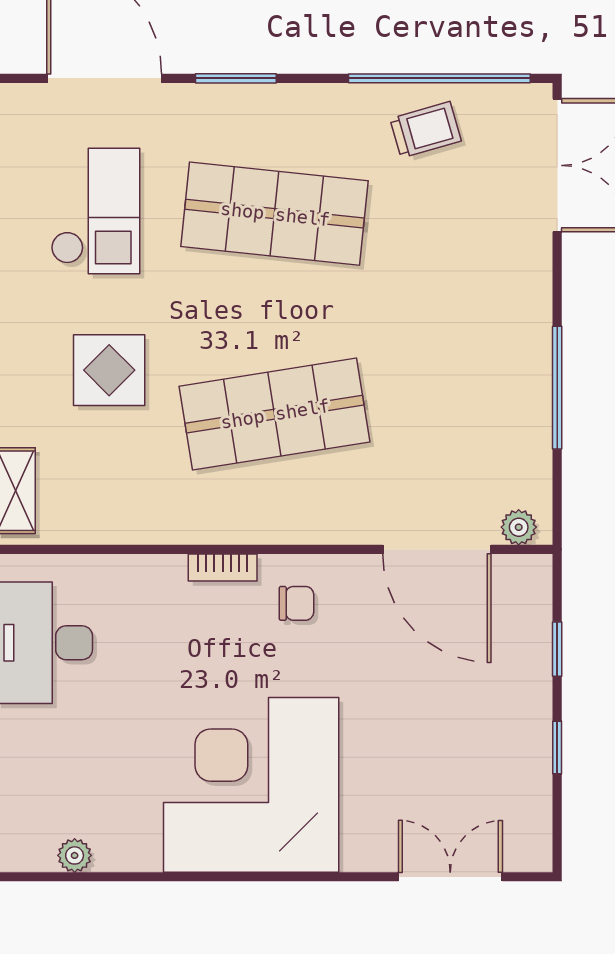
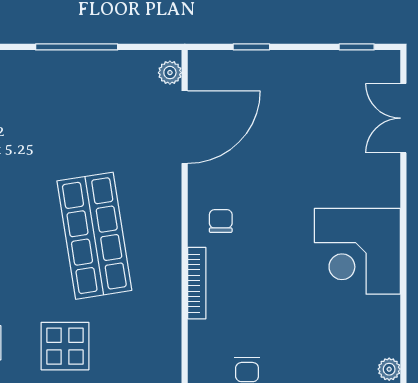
bookcase: (223, 568) -> (197, 283), width x1.56
window: (557, 747) -> (357, 47), moved
corner desk: (251, 785) -> (357, 251), width x0.74, depth x0.74

